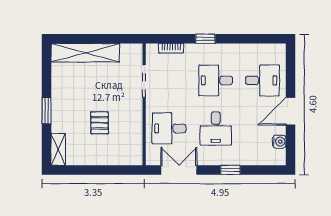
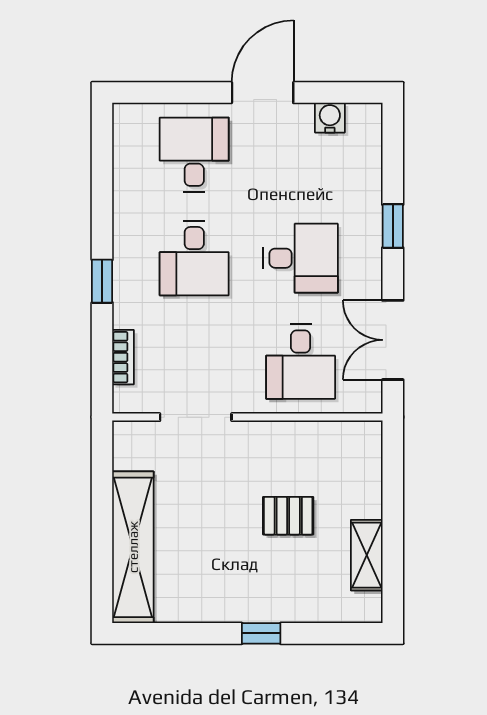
window: (46, 111) -> (261, 633), width x0.67
door: (290, 111) -> (263, 93), swing flipped
shelving: (58, 150) -> (367, 555), moved, turned 90

